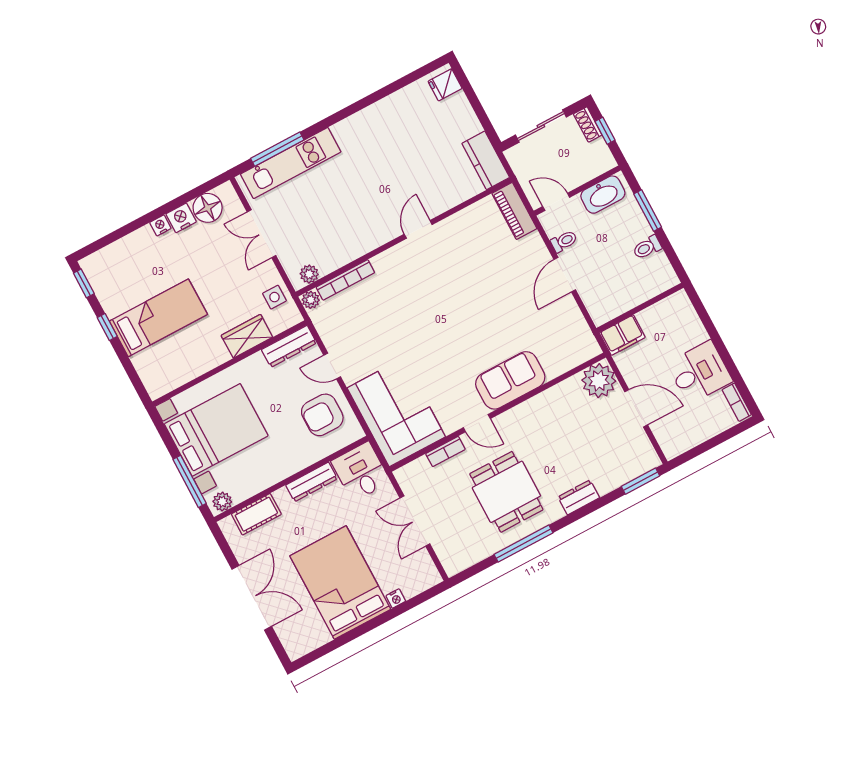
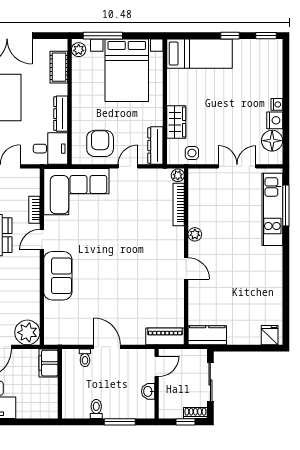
washbasin: (603, 195) -> (148, 391), width x0.52, depth x0.69
toilet: (564, 241) -> (85, 358), moved
plant: (309, 274) -> (195, 234), moved
bed: (158, 318) -> (199, 54), moved, turned -90

